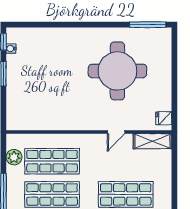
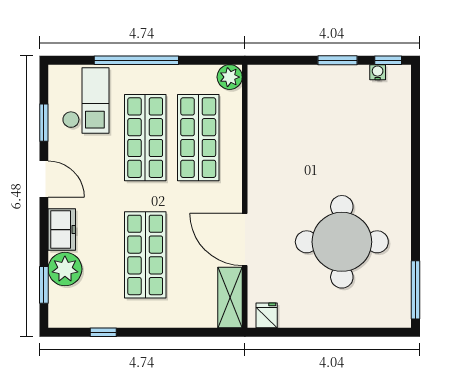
door: (116, 132) -> (245, 240), width x1.88
plant: (14, 157) -> (230, 77), moved

